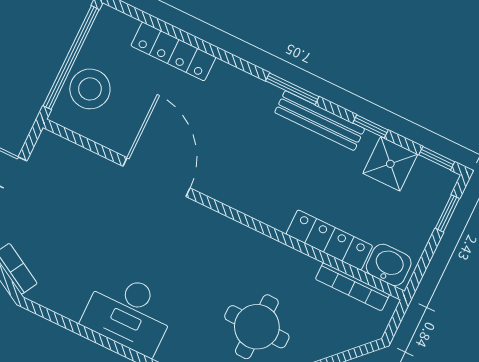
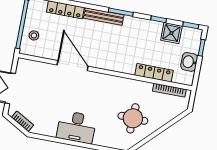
stool: (90, 89) -> (34, 35), width x0.53, depth x0.53
bench: (320, 121) -> (104, 16), moved
washbasin: (389, 265) -> (189, 62), moved, turned -90

